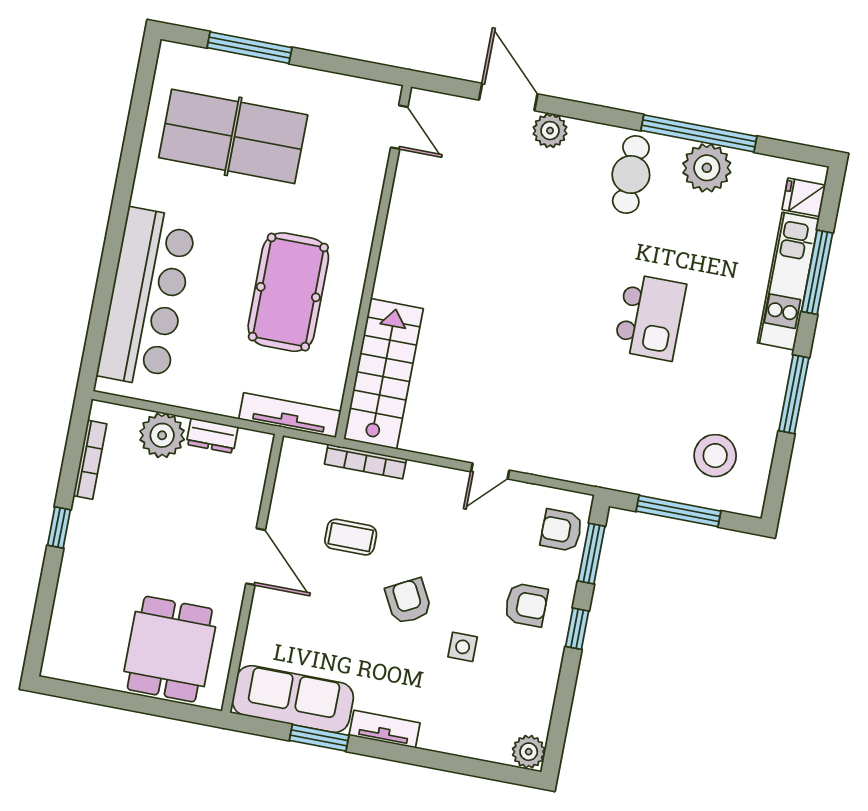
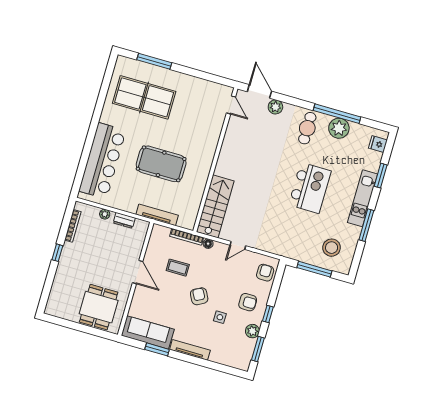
door: (399, 127) -> (231, 105), moved
wall: (373, 262) -> (215, 160), moved
window: (817, 272) -> (381, 176), width x0.69
kitchen unit: (788, 281) -> (363, 198), moved
pool table: (288, 292) -> (161, 164), turned 90
kitchen island: (650, 317) -> (310, 188), width x1.37, depth x1.28
stairs: (384, 374) -> (215, 206), moved
plant: (162, 435) -> (105, 214), width x0.53, depth x0.53
floor lamp: (418, 473) -> (208, 244), added
armchair: (561, 530) -> (265, 273), turned 90
window: (591, 554) -> (258, 349), moved
tv unit: (385, 729) -> (190, 350), width x1.41
plant: (529, 752) -> (252, 331), moved

